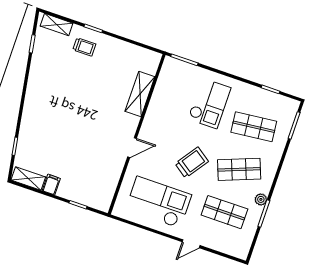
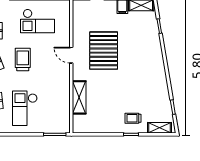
pallet: (92, 140) -> (104, 51), added
door: (132, 148) -> (71, 55), hinge flipped
trolley: (192, 162) -> (23, 59), turned 145
checkout: (158, 202) -> (37, 21), width x0.73, depth x0.83

